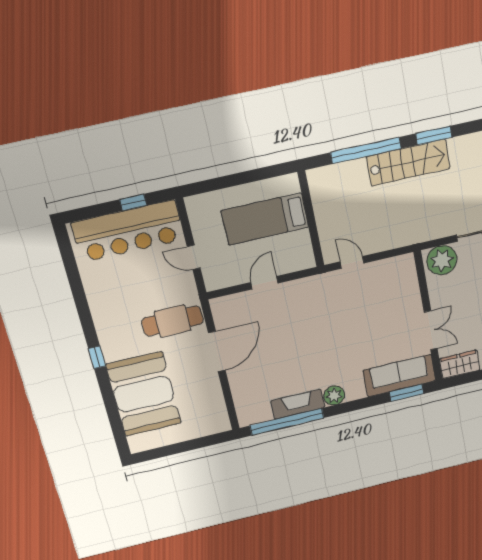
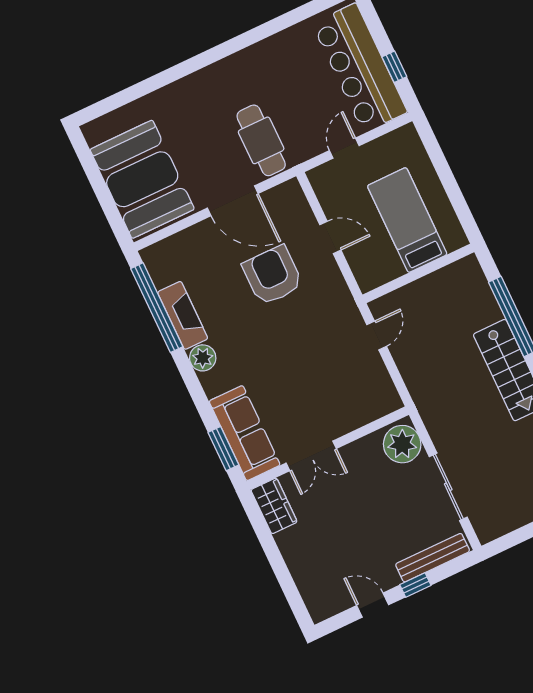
armchair: (284, 333) -> (273, 275), added
window: (97, 357) -> (198, 62), removed
booth: (144, 394) -> (142, 179), moved, turned 90

